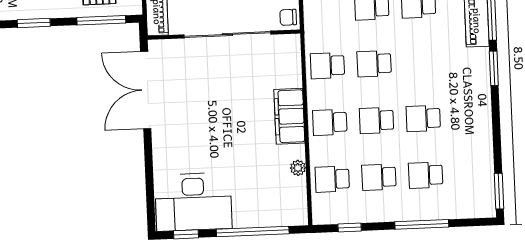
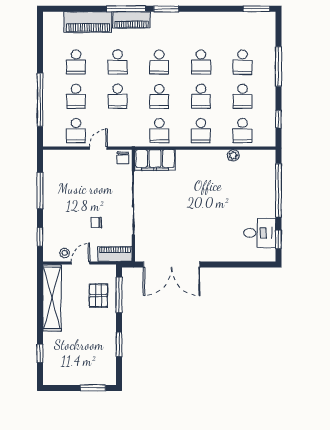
school desk: (421, 62) -> (159, 62), added
filing cabinet: (289, 116) -> (155, 160), moved
desk: (193, 202) -> (260, 233), width x0.53, depth x0.77

